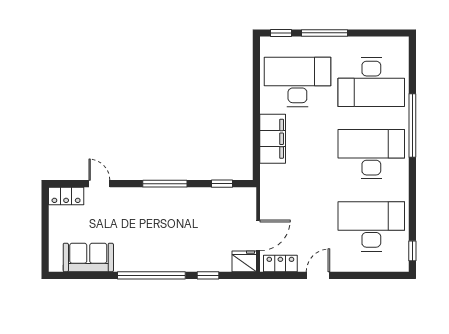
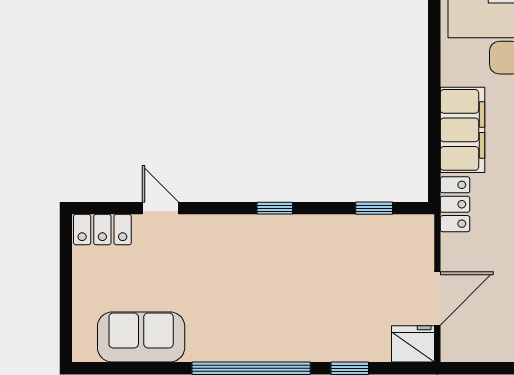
window: (165, 184) -> (275, 208), width x0.46
locker: (280, 264) -> (455, 204), moved, turned 90

